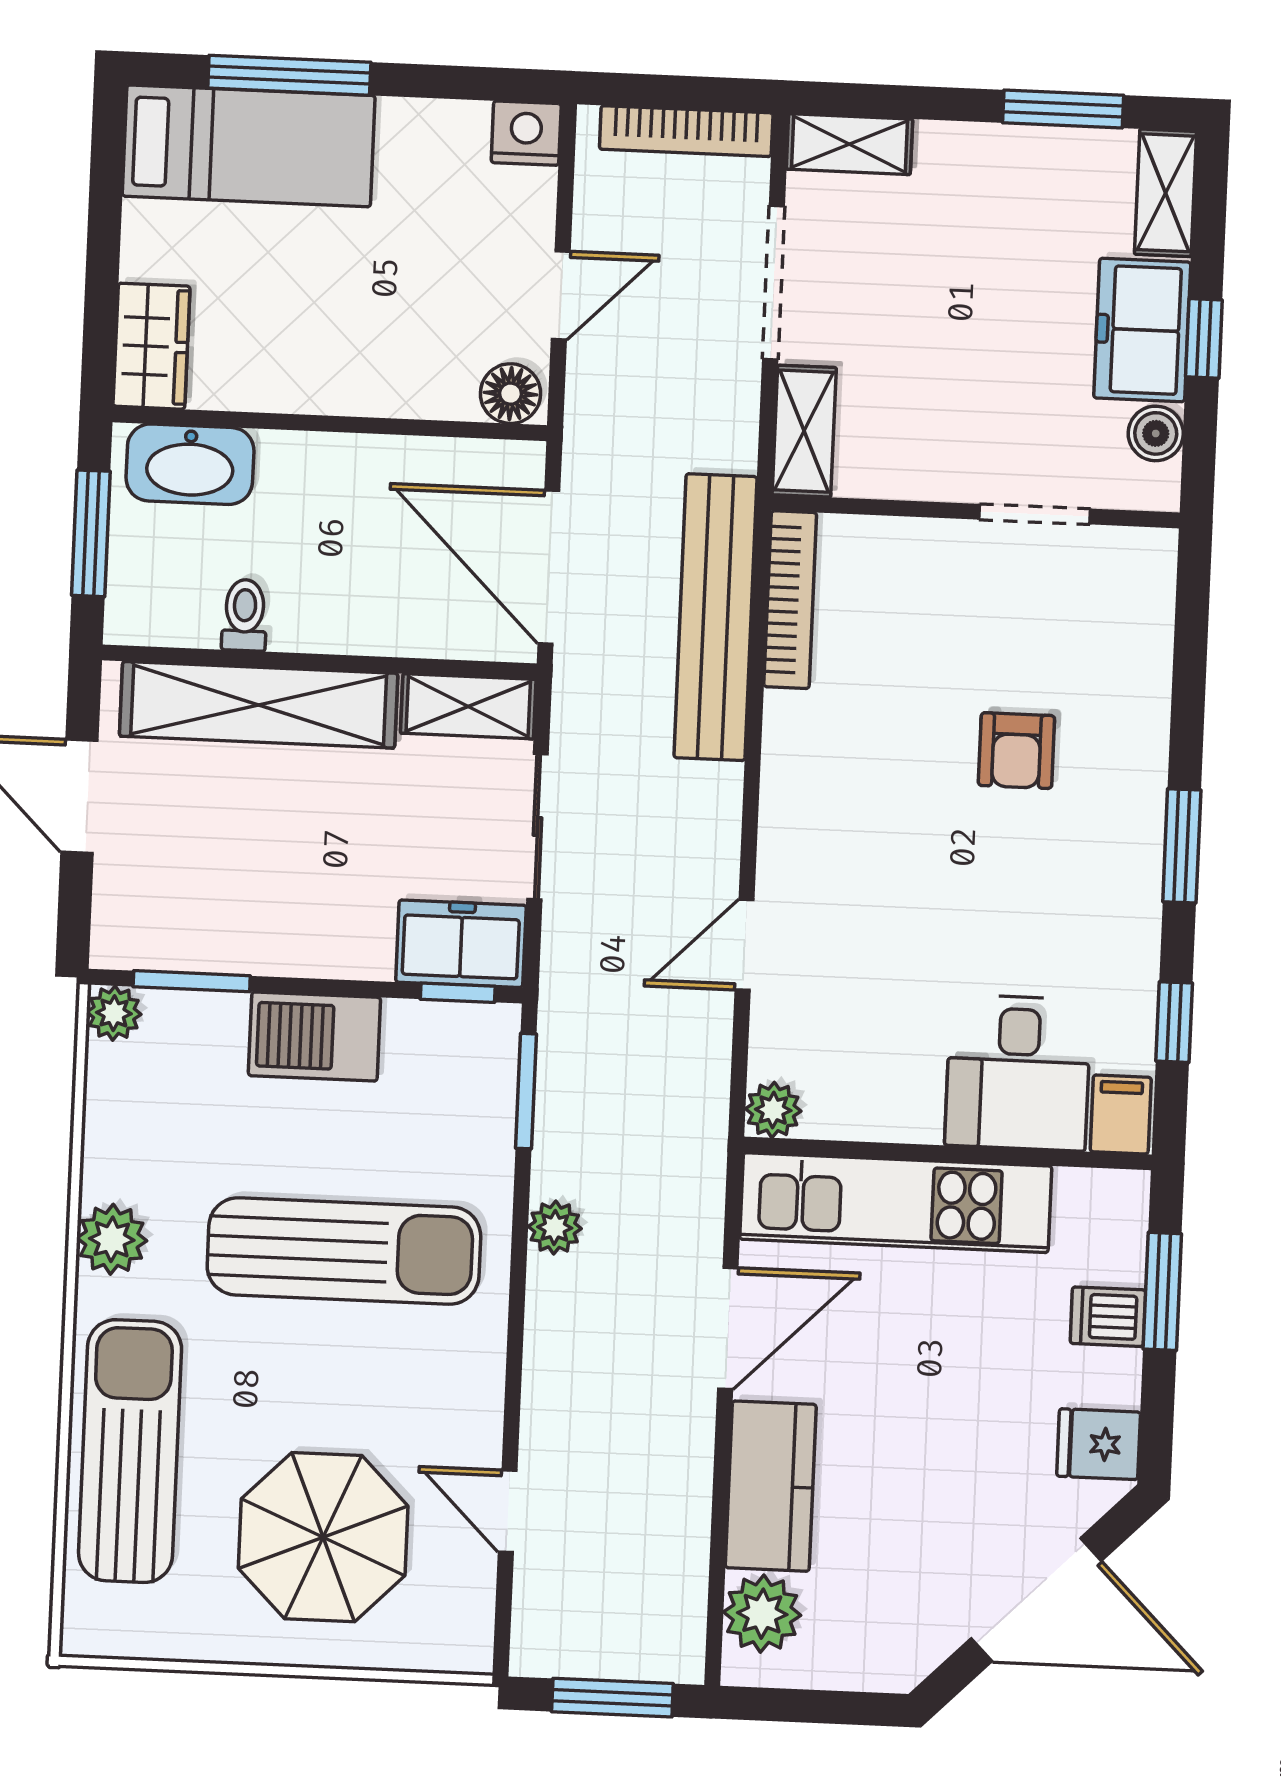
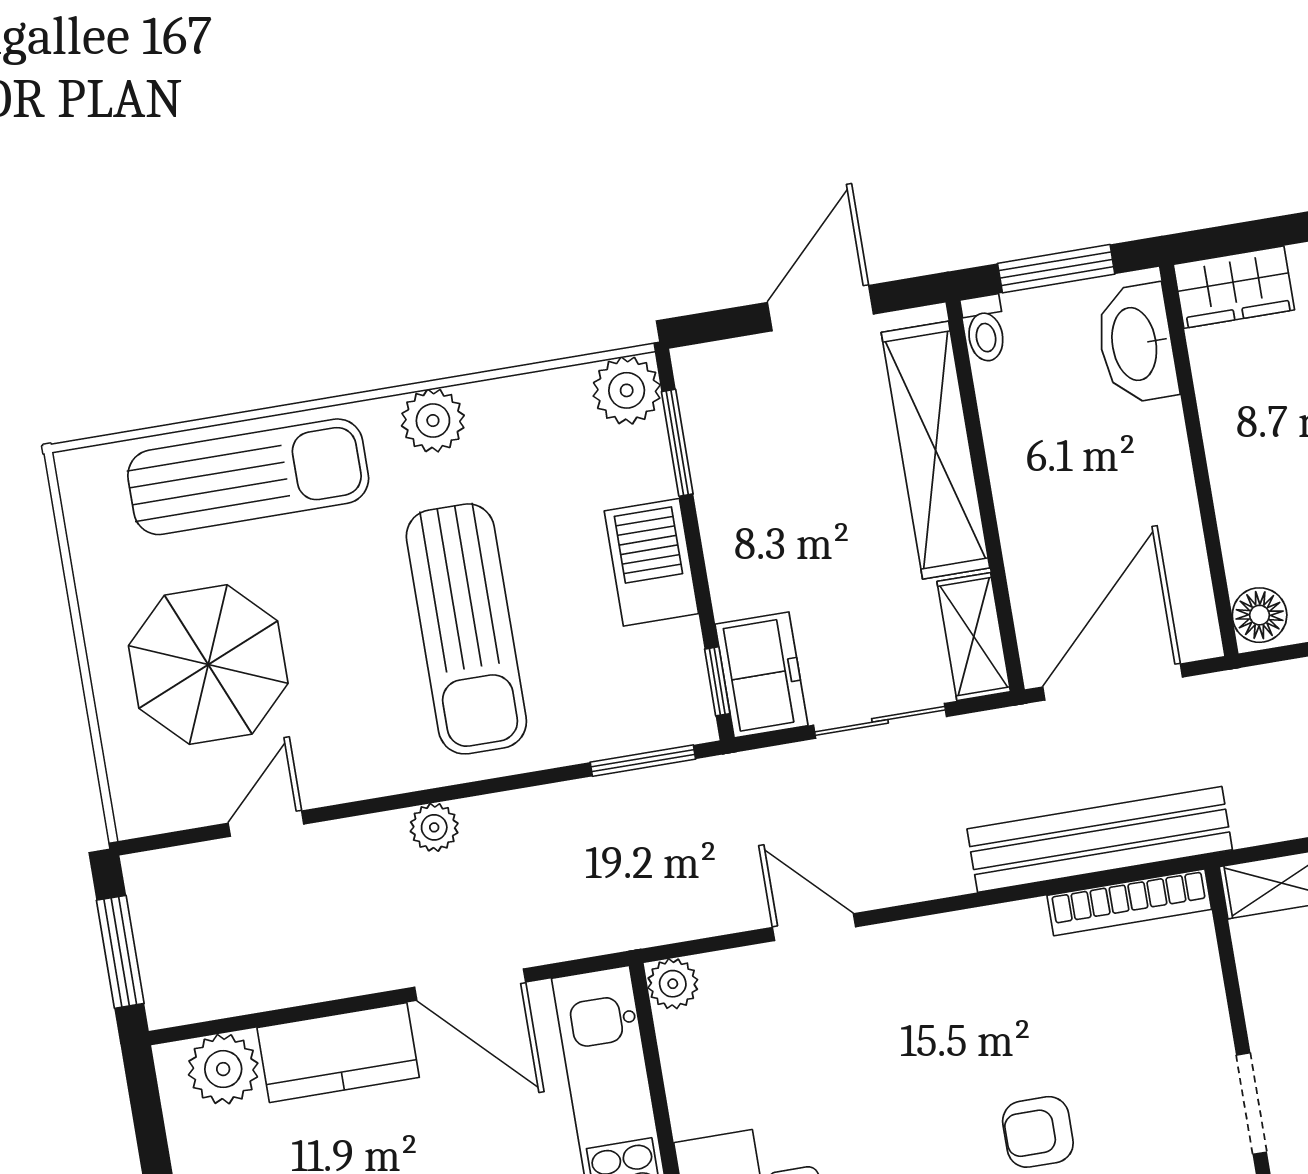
toilet: (245, 615) -> (985, 329), moved, turned 90
plant: (114, 1013) -> (627, 390), width x1.38, depth x1.38
plant: (555, 1228) -> (434, 827), moved

